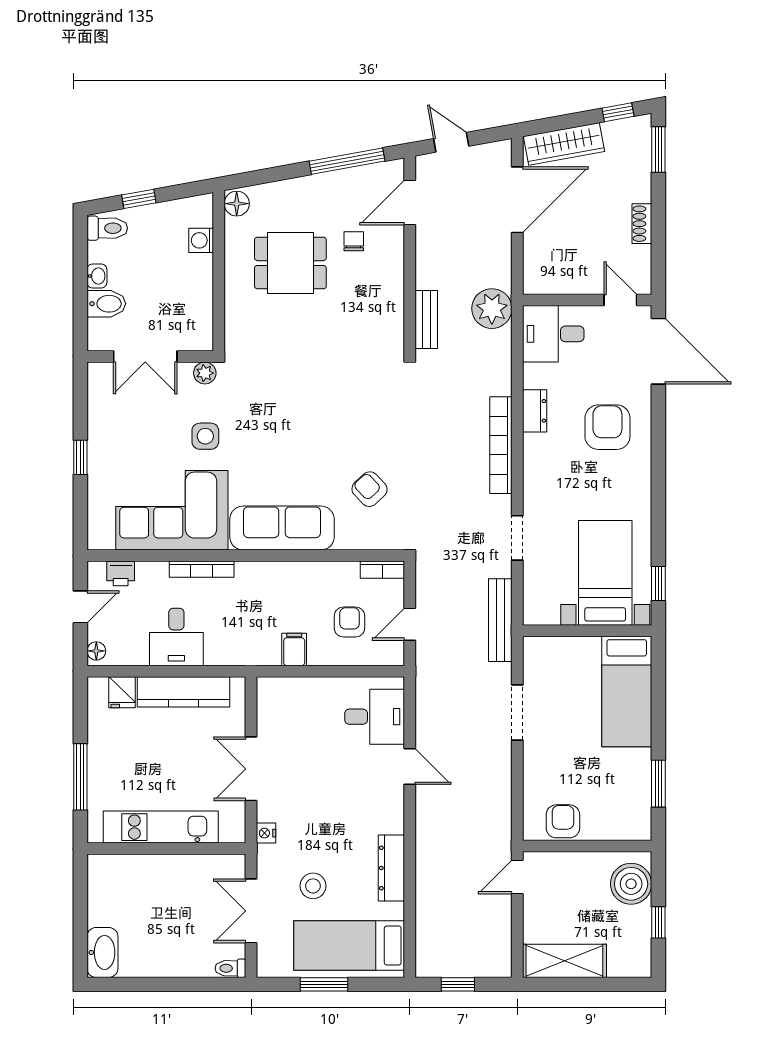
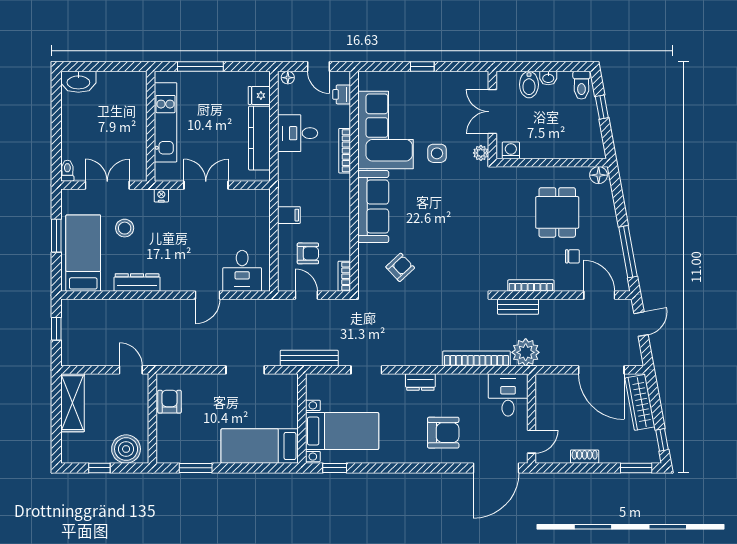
washing machine: (201, 240) -> (511, 150), moved
bookcase: (396, 301) -> (531, 286), added
dresser: (535, 411) -> (420, 382), moved
bookcase: (501, 445) -> (477, 359), moved
armchair: (563, 821) -> (169, 402), turned -90

